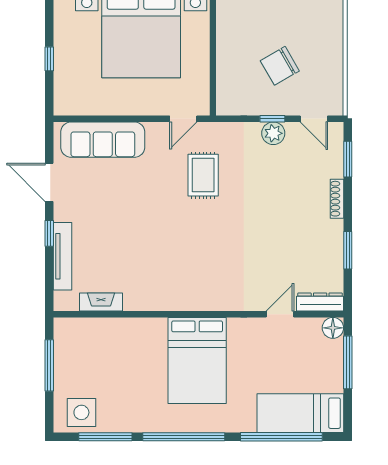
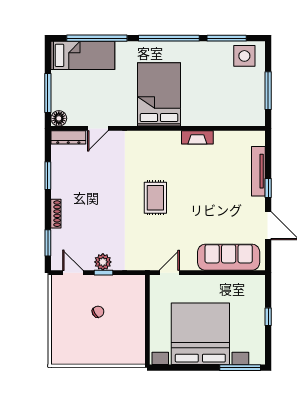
chair: (280, 66) -> (98, 312), width x0.54, depth x0.54
rug: (203, 175) -> (155, 198), moved
fireplace: (101, 302) -> (197, 137), moved

